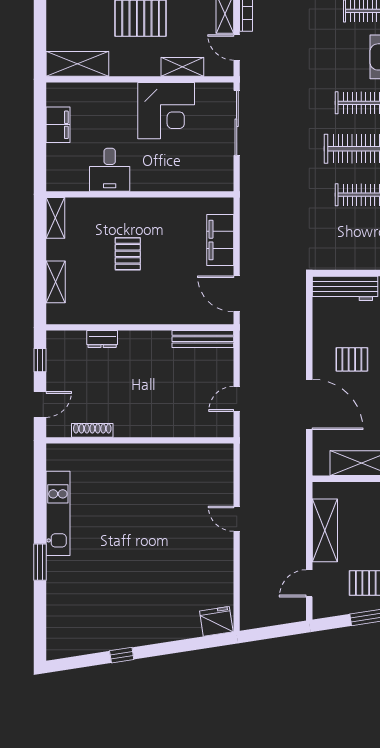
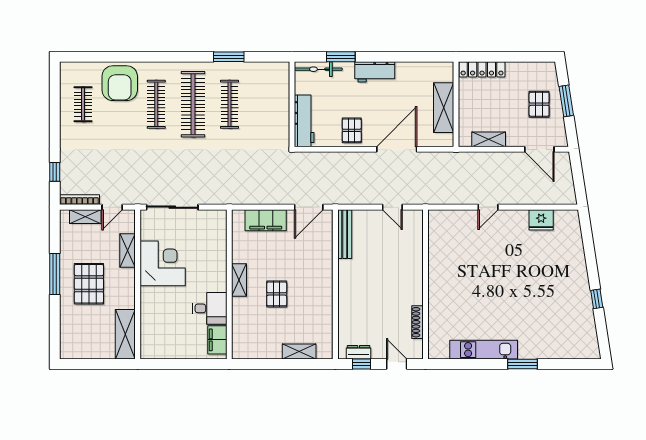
filing cabinet: (58, 125) -> (217, 340), moved, turned -90
shelving: (55, 218) -> (239, 280), moved, turned 90
pallet: (128, 254) -> (277, 294), turned 90
dresser: (102, 339) -> (359, 352), moved, turned -90
pallet: (352, 359) -> (352, 130), moved
shelving: (325, 530) -> (489, 139), width x0.67, depth x0.75
door: (309, 583) -> (539, 149), width x1.38
fridge: (216, 621) -> (541, 220), moved, turned -81

